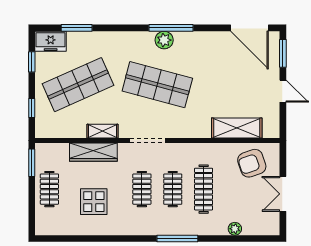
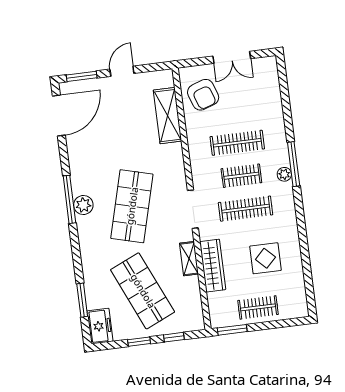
window: (32, 62) -> (139, 342), moved
clothes rail: (142, 189) -> (246, 209), width x1.36
plant: (235, 229) -> (284, 174), moved

